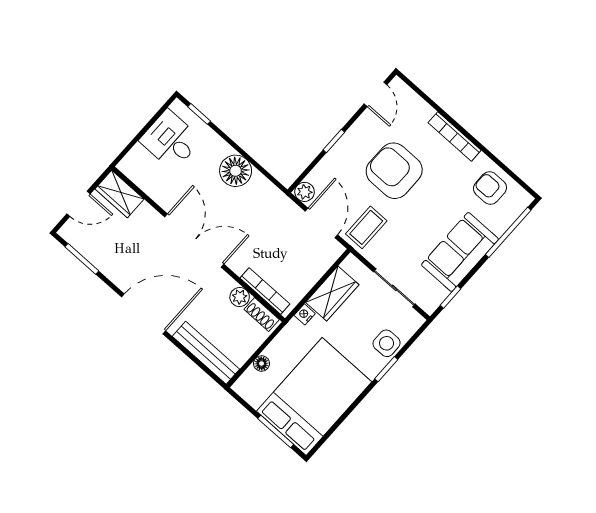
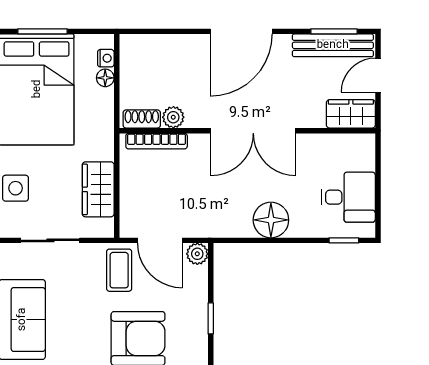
nightstand: (305, 314) -> (106, 58), moved
bench: (206, 353) -> (333, 45), moved

